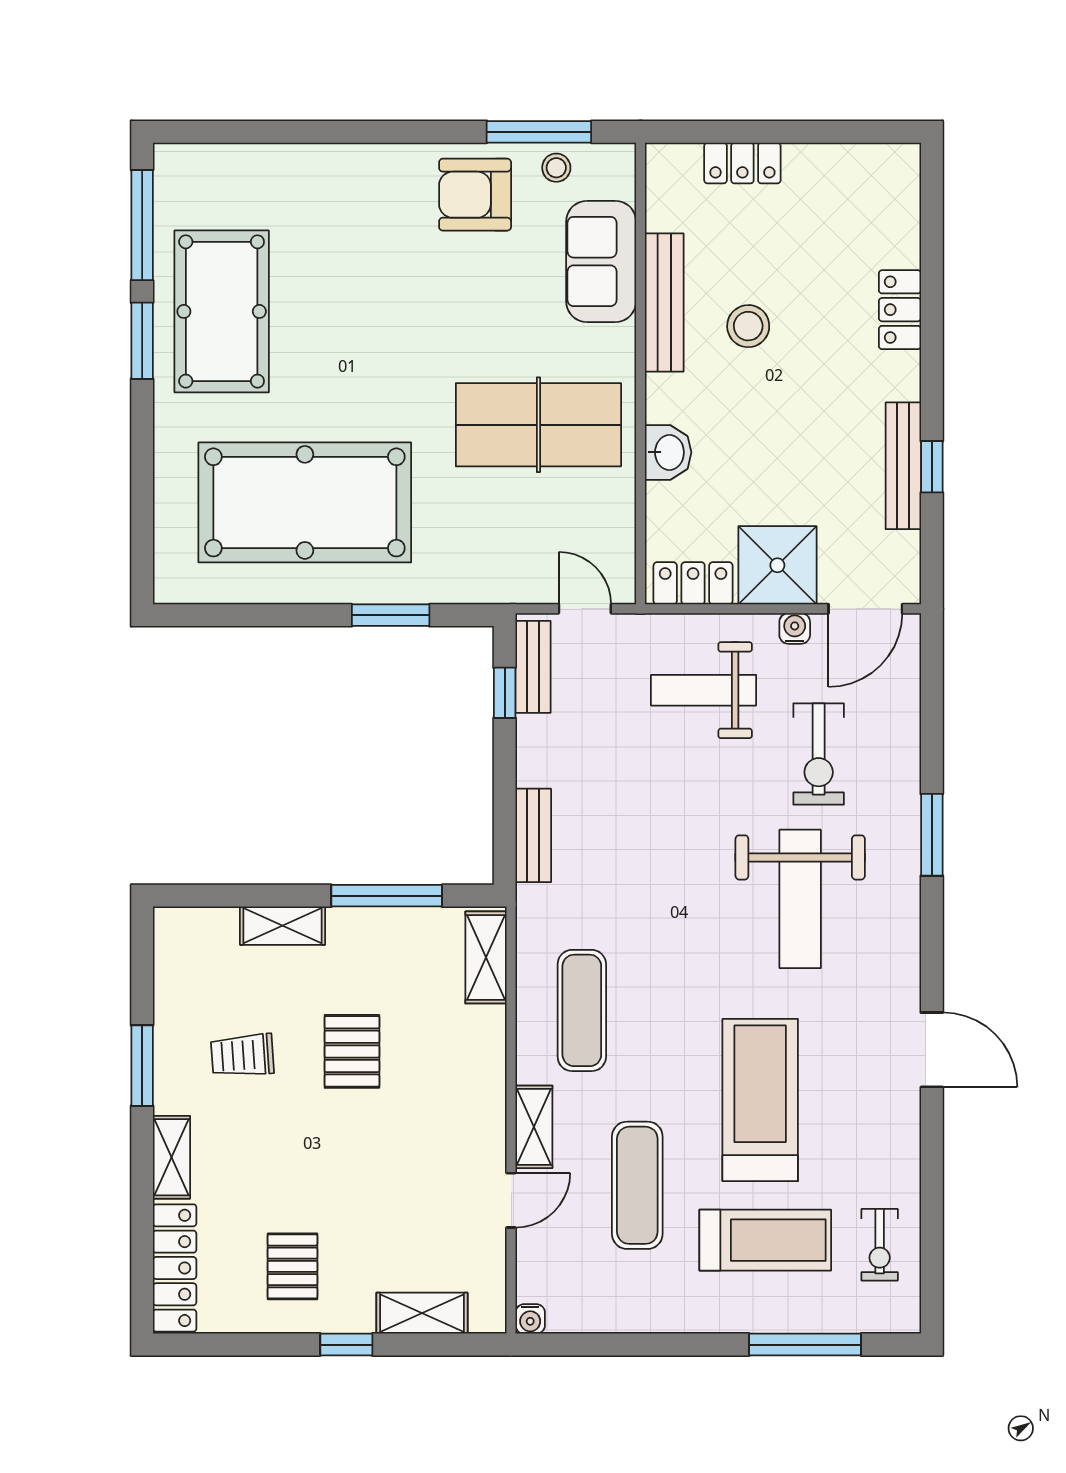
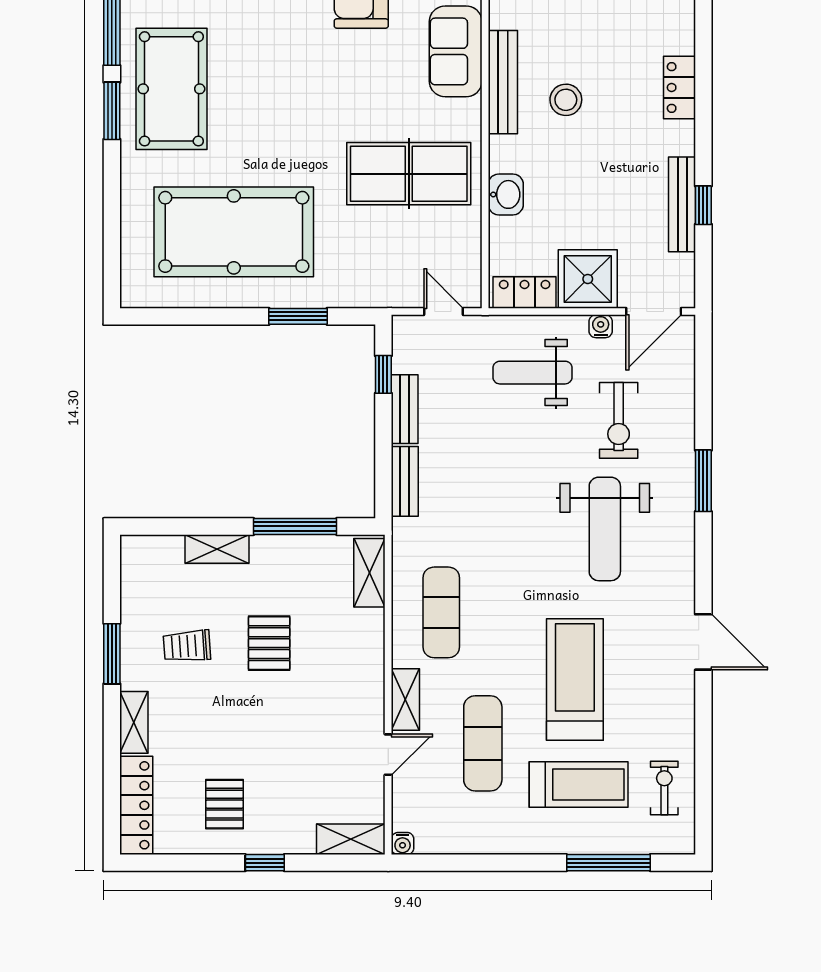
bench: (533, 667) -> (405, 409), moved
exercise bike: (880, 1245) -> (664, 788), turned 180
shelving: (422, 1313) -> (351, 839), moved

